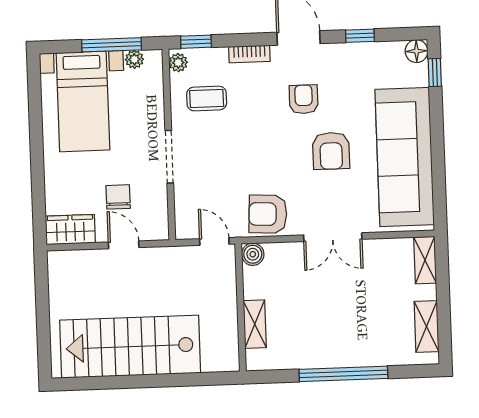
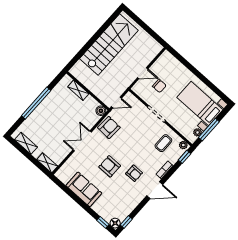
window: (360, 36) -> (126, 222), moved
sofa: (405, 157) -> (84, 189), width x0.54, depth x0.79
wardrobe: (70, 230) -> (163, 61), removed

